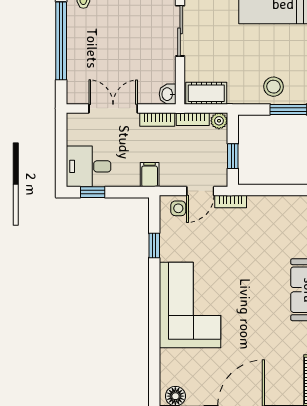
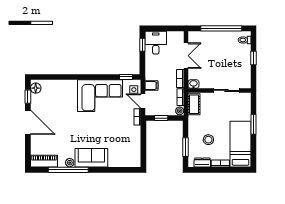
stool: (274, 87) -> (208, 140), moved
filing cabinet: (150, 175) -> (151, 85), moved
window: (154, 245) -> (126, 77), moved
corner sofa: (190, 305) -> (100, 96), moved

